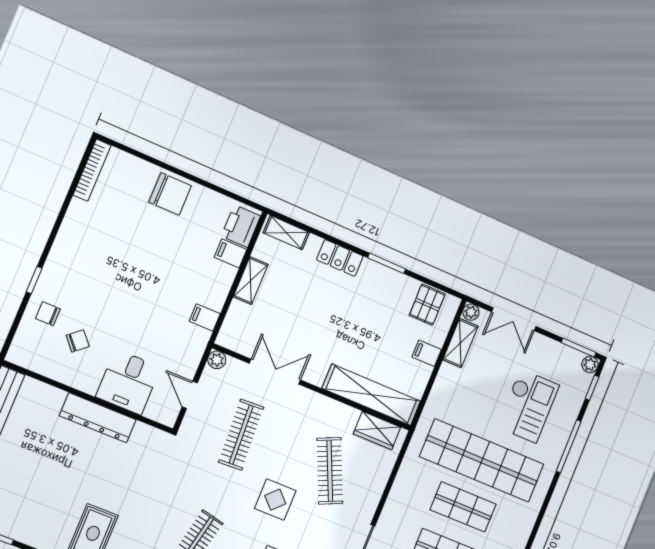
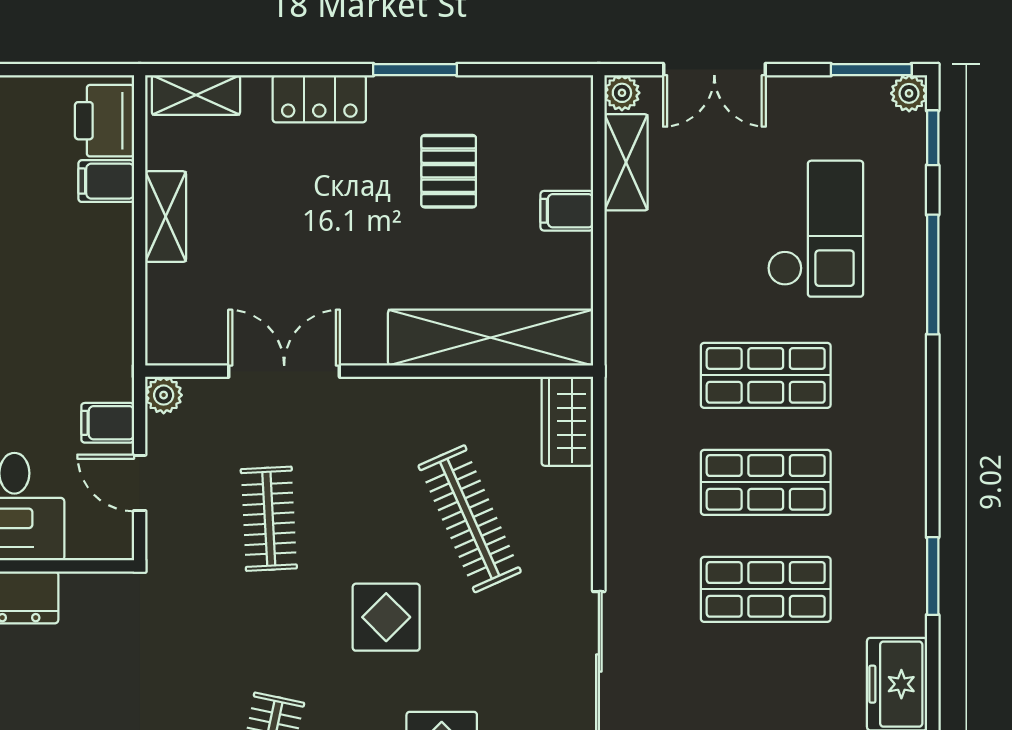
pallet: (427, 305) -> (449, 171), moved
filing cabinet: (205, 318) -> (108, 423), moved
wardrobe: (377, 430) -> (567, 421), moved, turned 90
clothes rail: (241, 435) -> (269, 519), width x0.73
shop shelf: (482, 460) -> (766, 375), width x0.50, depth x0.74

